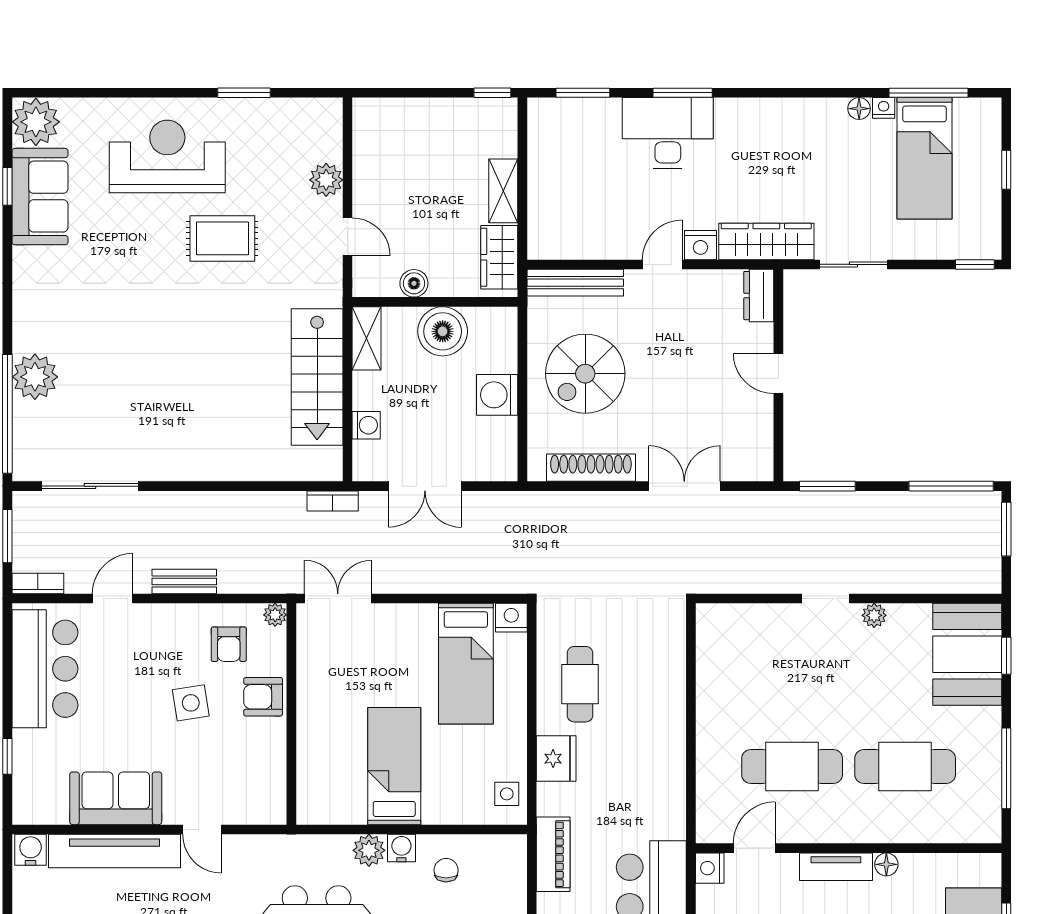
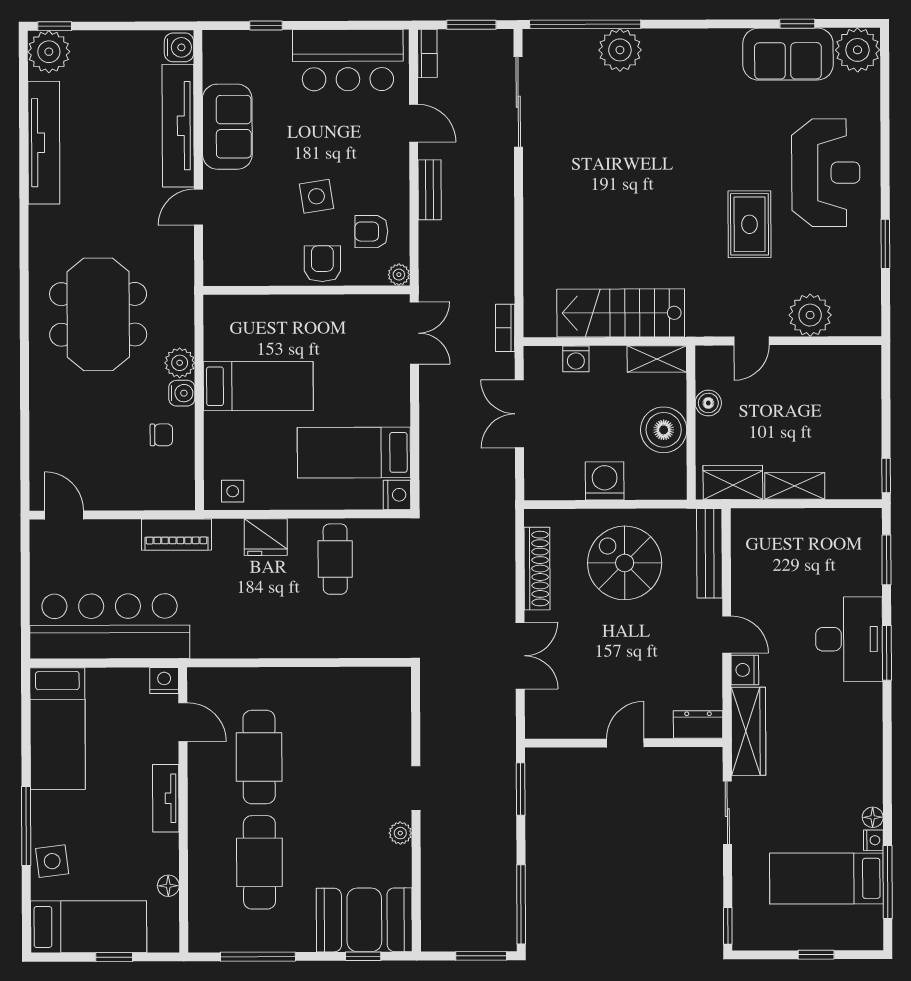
plant: (326, 180) -> (810, 315), width x1.36, depth x1.36
cafe table: (580, 684) -> (335, 559), turned 90
floor lamp: (886, 864) -> (168, 886), moved

